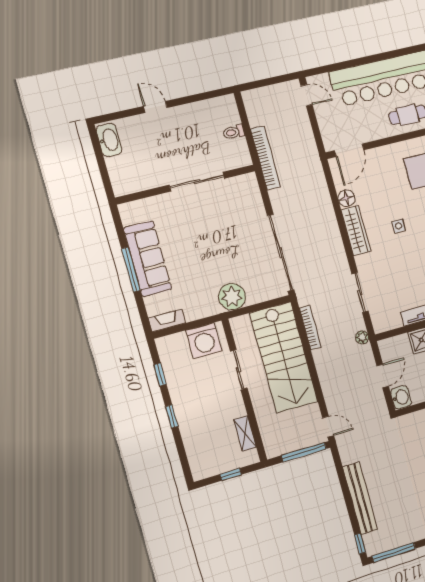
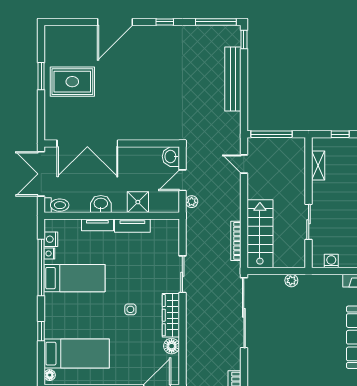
sliding door: (360, 292) -> (182, 274), moved
plant: (232, 297) -> (291, 280), width x0.53, depth x0.53
plant: (362, 337) -> (192, 202), moved
washing machine: (204, 341) -> (331, 261), width x0.53, depth x0.53
stairs: (284, 357) -> (260, 234), width x0.73, depth x0.66
door: (328, 427) -> (244, 164), moved

